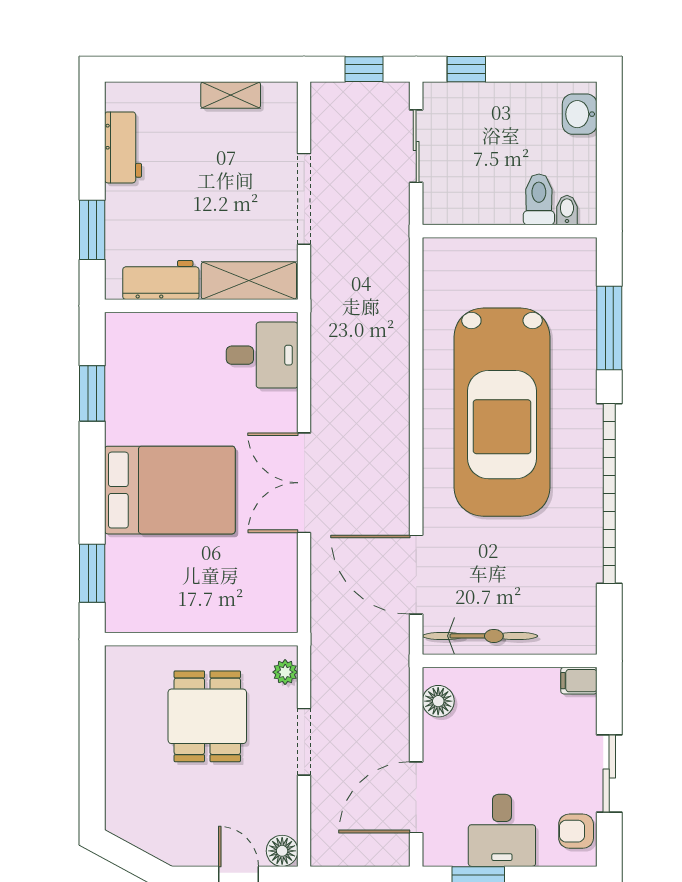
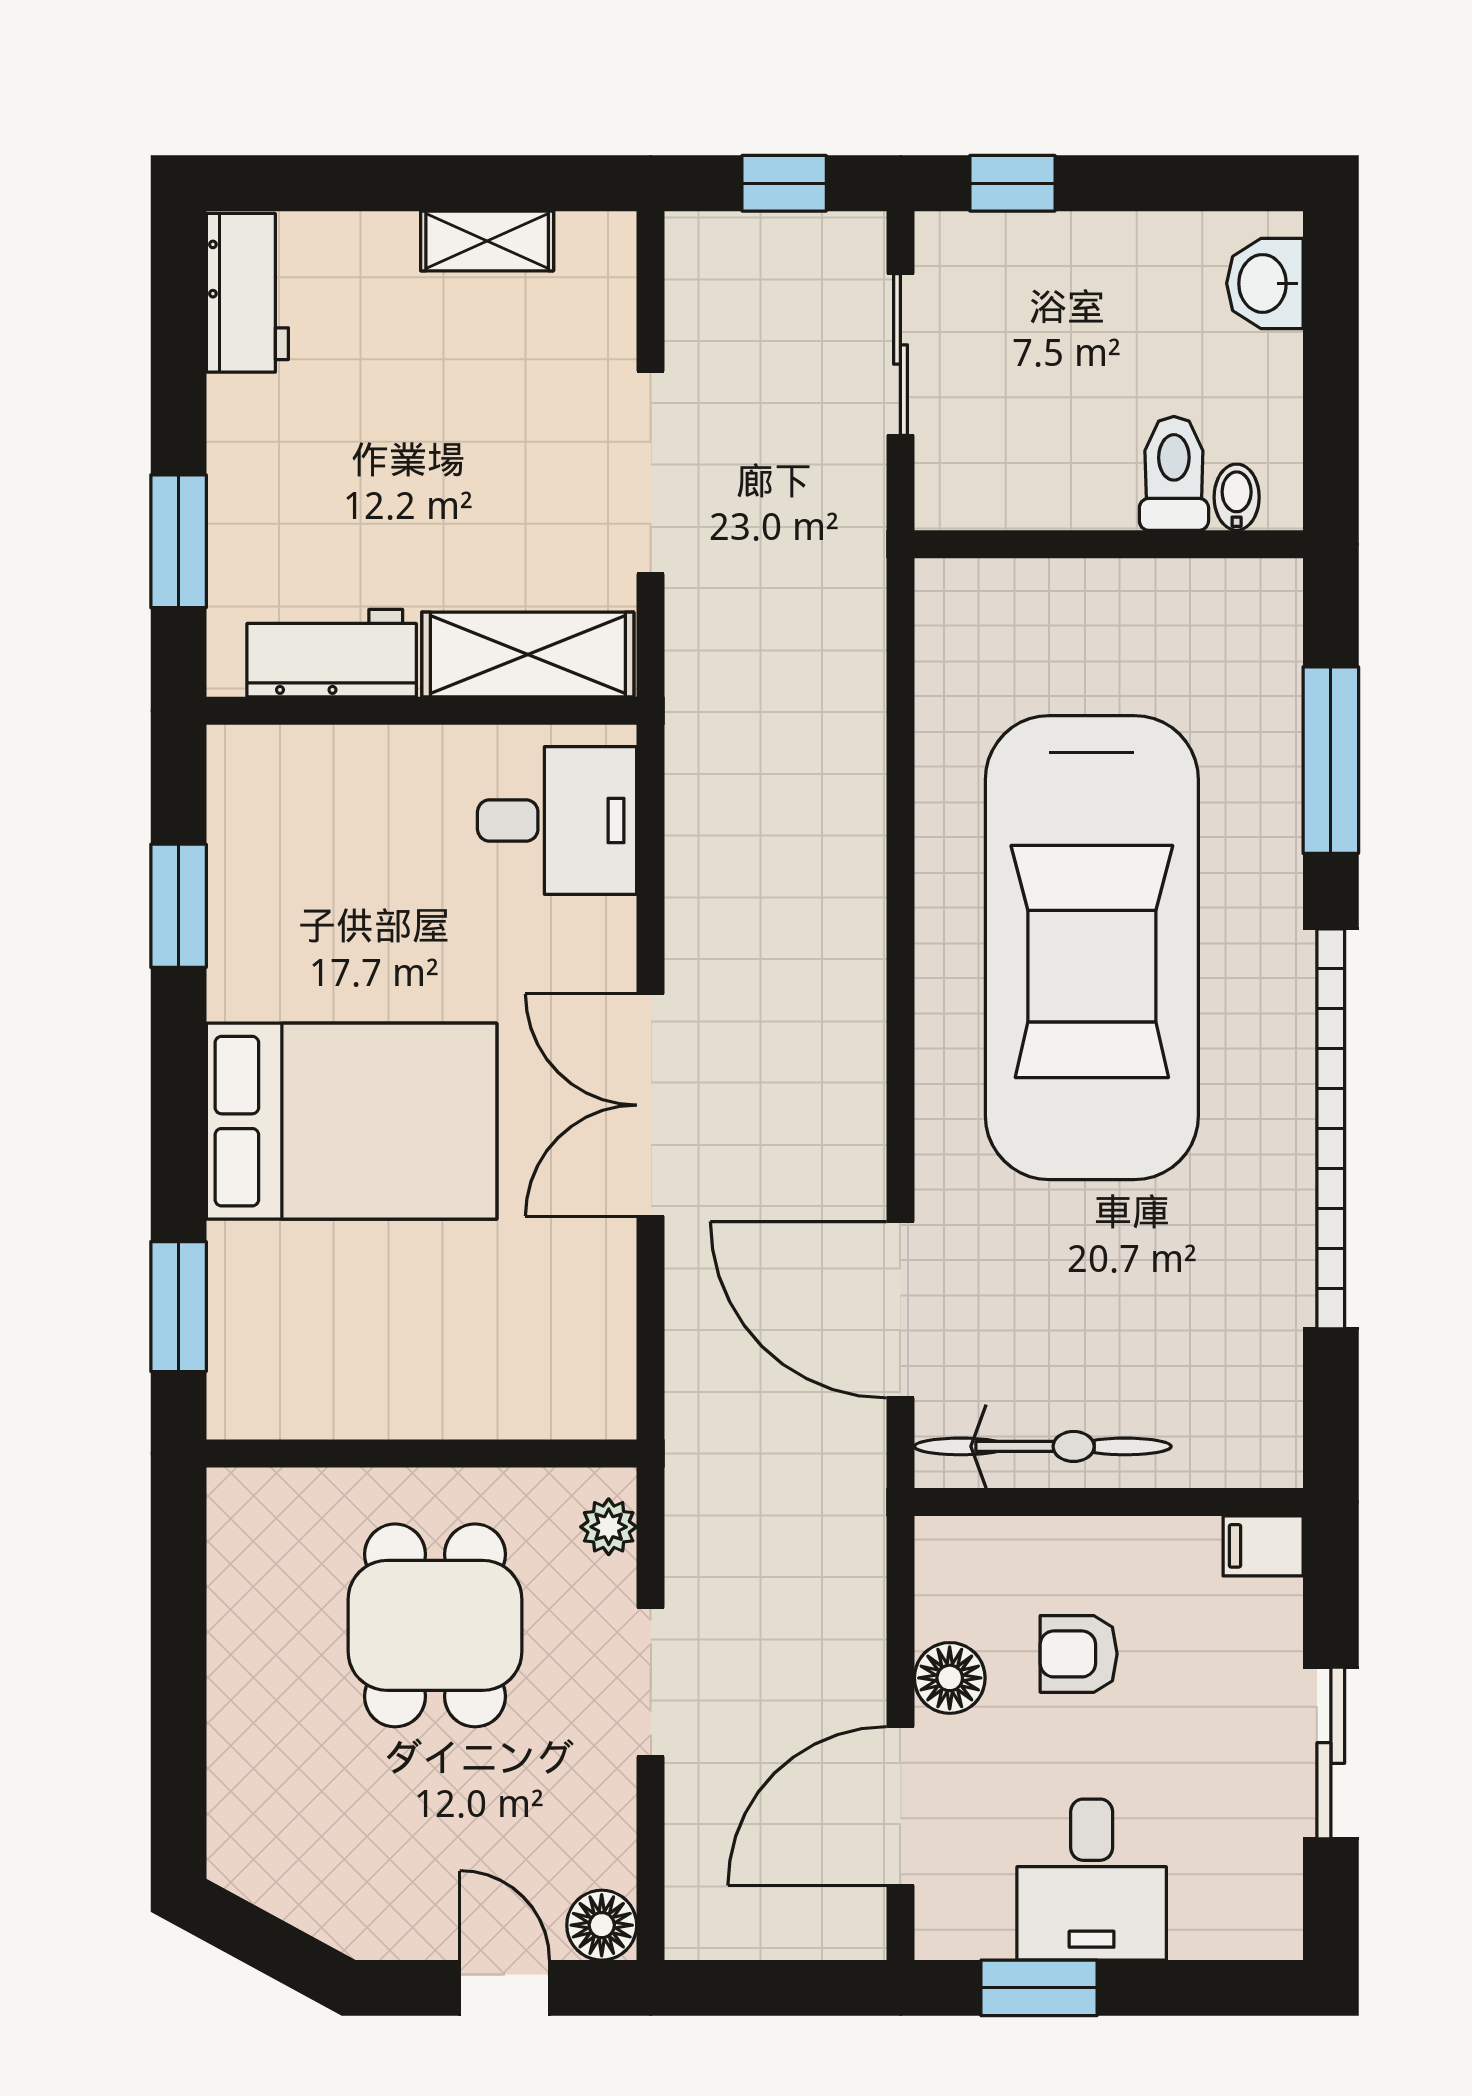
workbench: (123, 147) -> (247, 293), moved
floor lamp: (438, 701) -> (950, 1678), moved
armchair: (576, 831) -> (1079, 1654), moved

